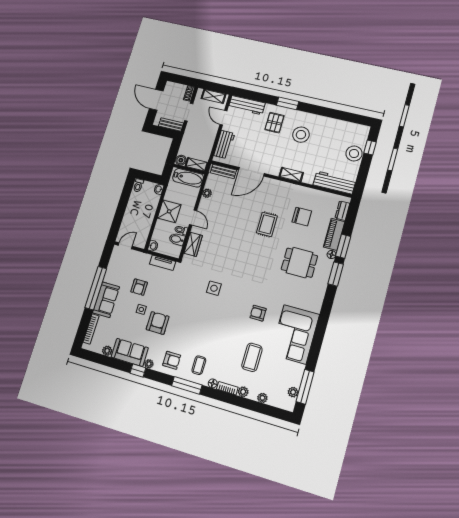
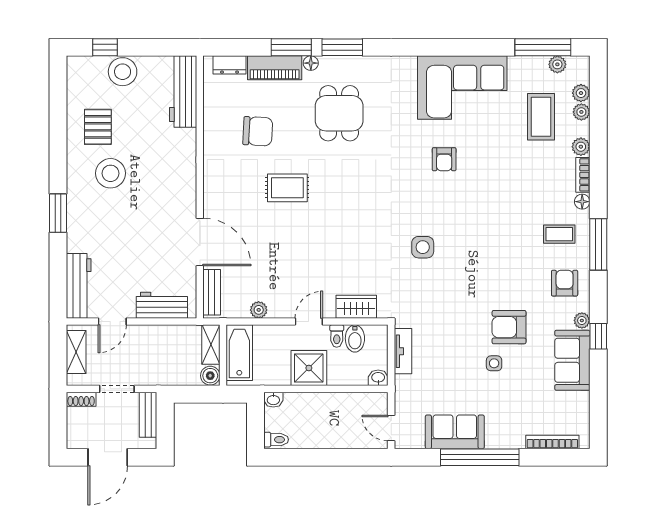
pallet: (274, 123) -> (98, 127), moved, turned 90
shelving: (291, 175) -> (188, 170), removed
chair: (302, 216) -> (258, 131), turned 93
armchair: (139, 287) -> (457, 380), removed
sofa: (106, 300) -> (455, 432), moved
plant: (107, 351) -> (581, 93), moved
coffee table: (252, 357) -> (541, 117), moved, turned 90

